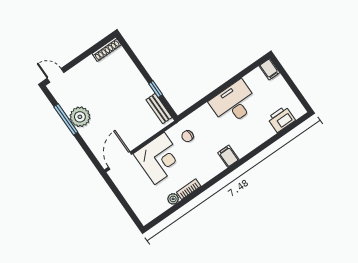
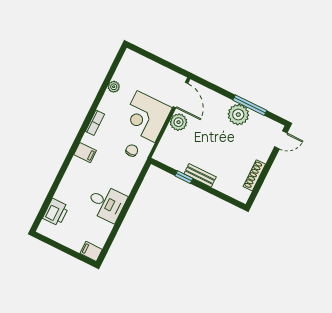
shoe rack: (107, 49) -> (254, 175), moved
desk: (234, 103) -> (106, 203), width x0.73
bench: (159, 109) -> (200, 175), moved
plant: (134, 138) -> (179, 122), added
bookcase: (189, 189) -> (95, 123), moved

